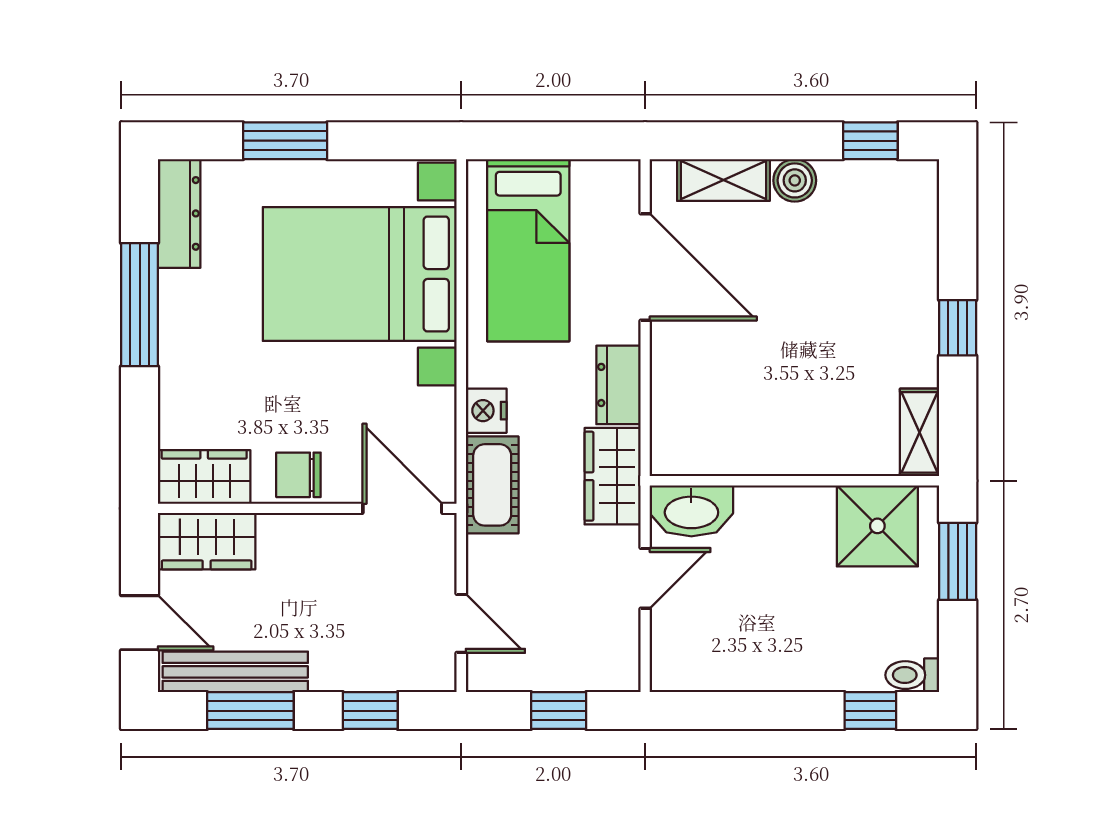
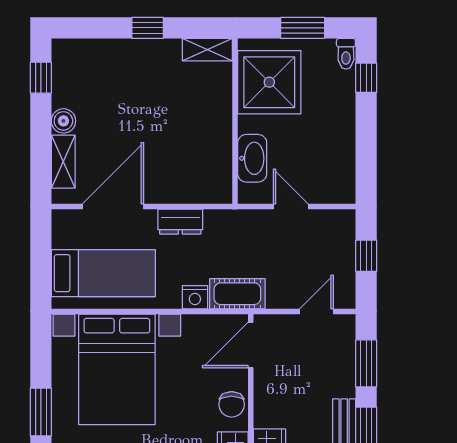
wardrobe: (613, 476) -> (232, 225), removed
washbasin: (691, 511) -> (252, 158), moved
shower: (877, 526) -> (269, 82), width x1.37, depth x1.37
window: (958, 561) -> (303, 28), moved
window: (370, 711) -> (366, 363), width x1.50

